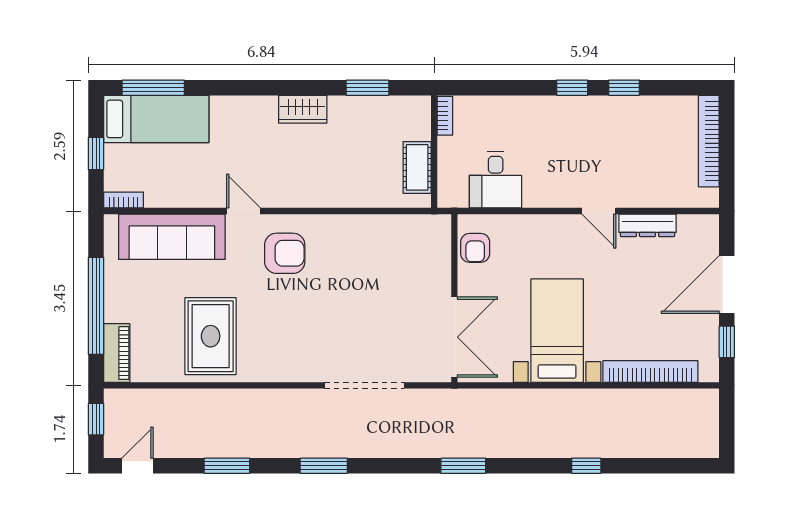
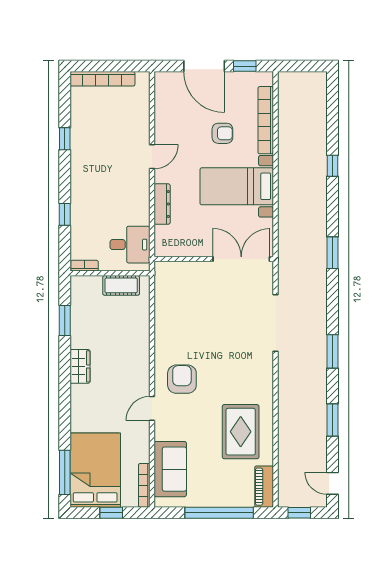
window: (572, 88) -> (65, 214), moved
bed: (156, 119) -> (95, 470), width x1.50
desk: (496, 180) -> (130, 245), moved
bookcase: (124, 200) -> (144, 485), width x1.56
dresser: (647, 225) -> (162, 204), moved
sofa: (172, 237) -> (170, 469), width x0.73
armchair: (475, 248) -> (222, 133), moved
rug: (211, 336) -> (241, 432), turned 90
piano: (117, 353) -> (264, 487), moved, turned -90

